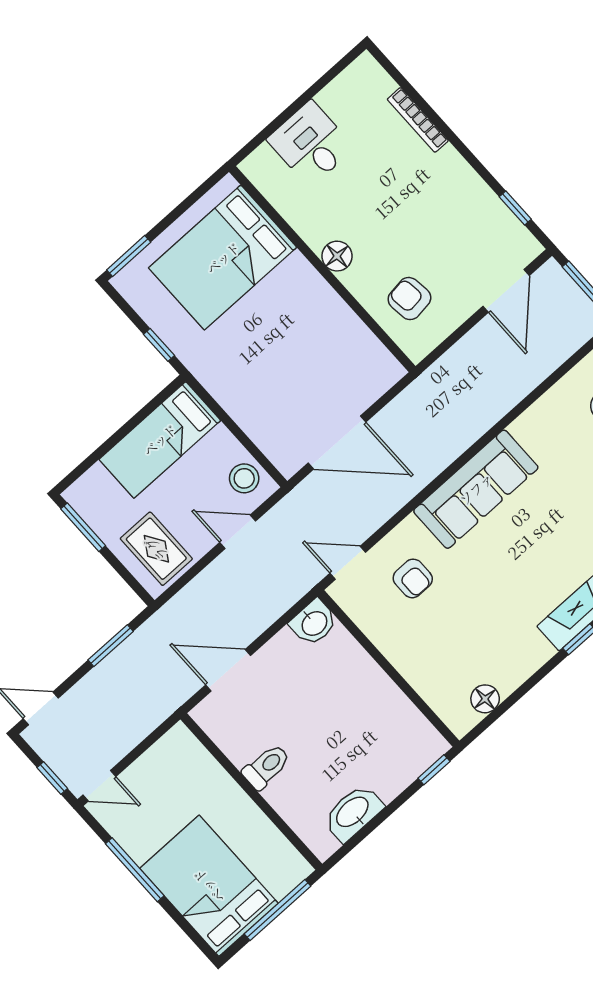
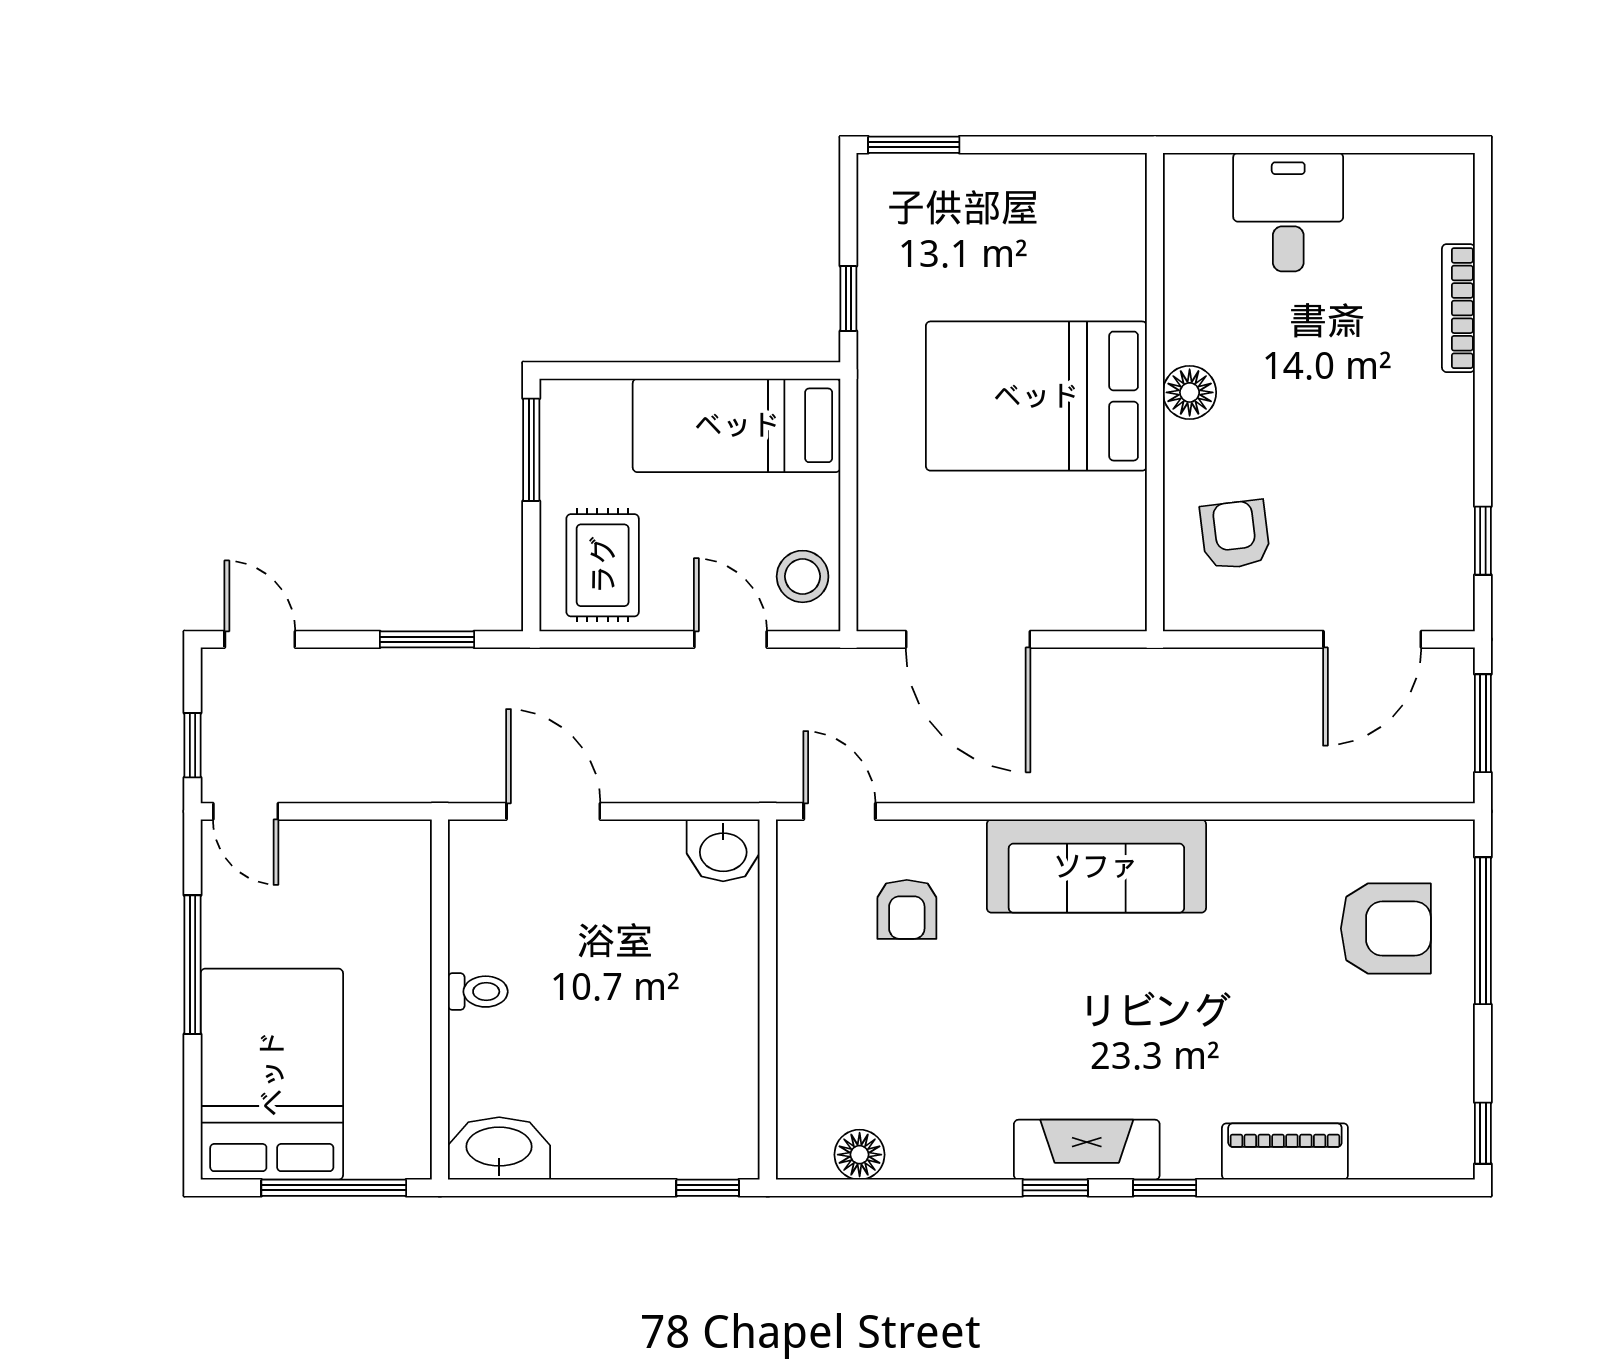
bed: (223, 258) -> (1036, 396), moved
toilet: (266, 767) -> (478, 992), width x0.73, depth x0.72
washbasin: (353, 813) -> (499, 1148), moved

